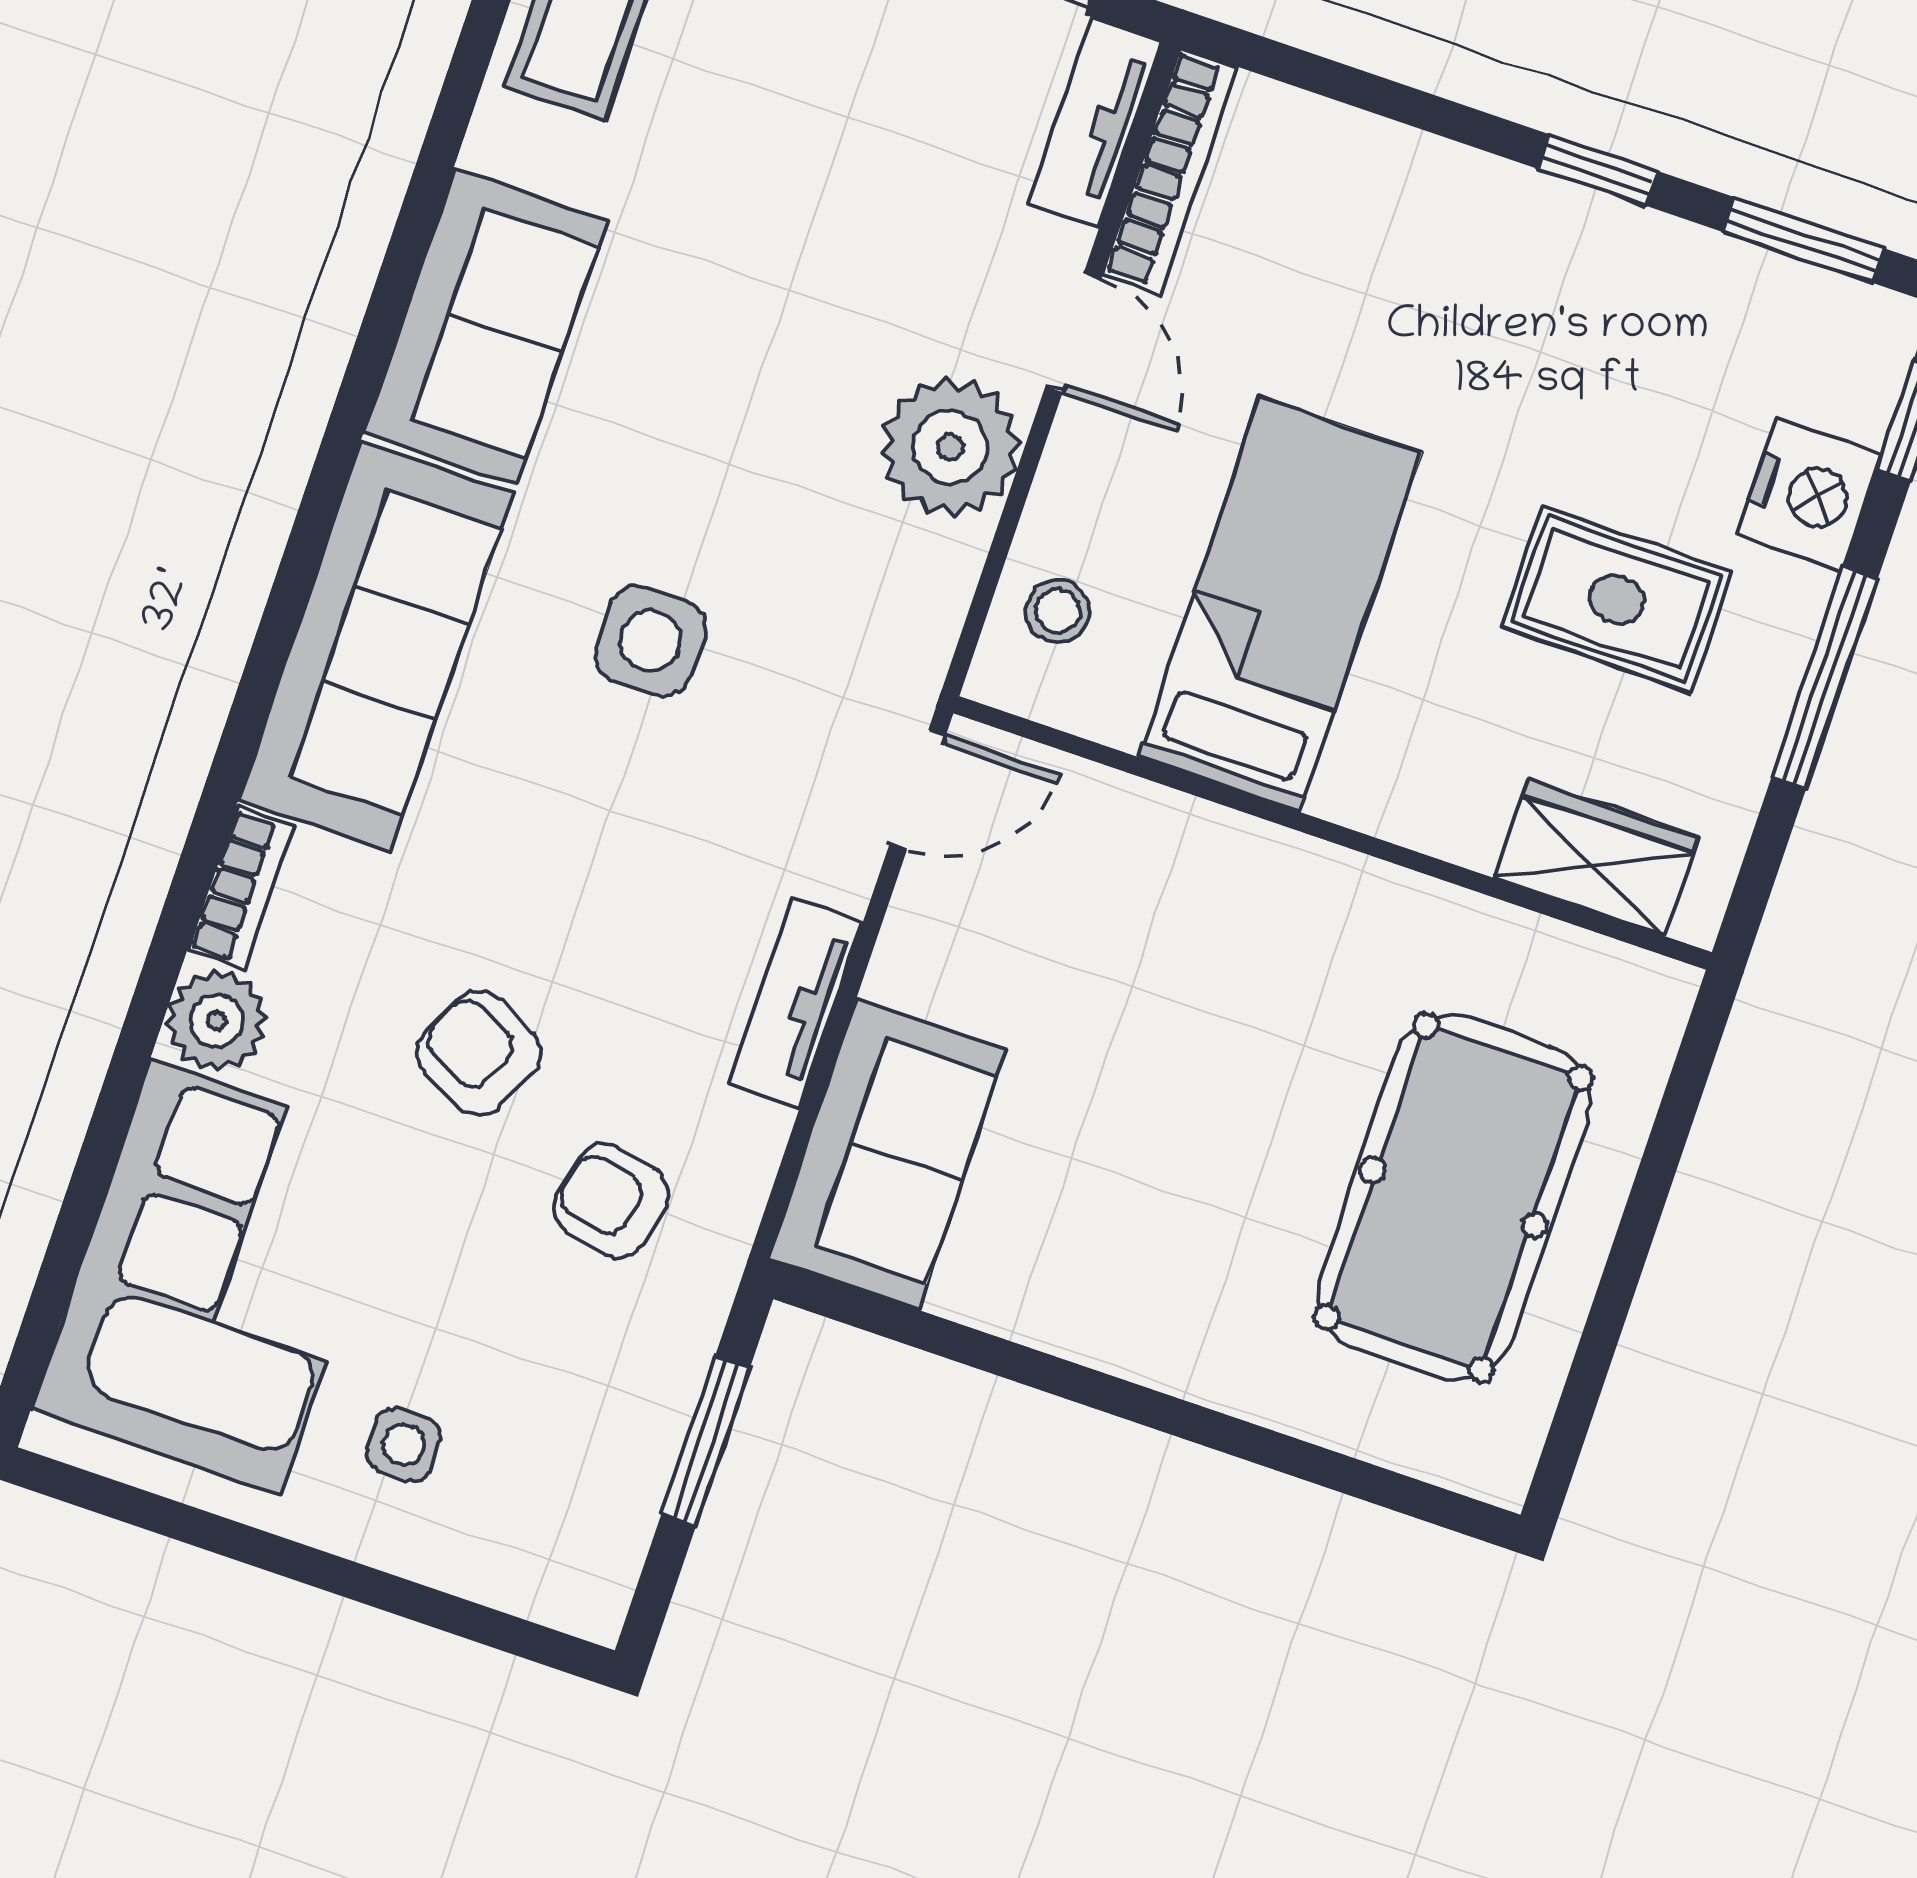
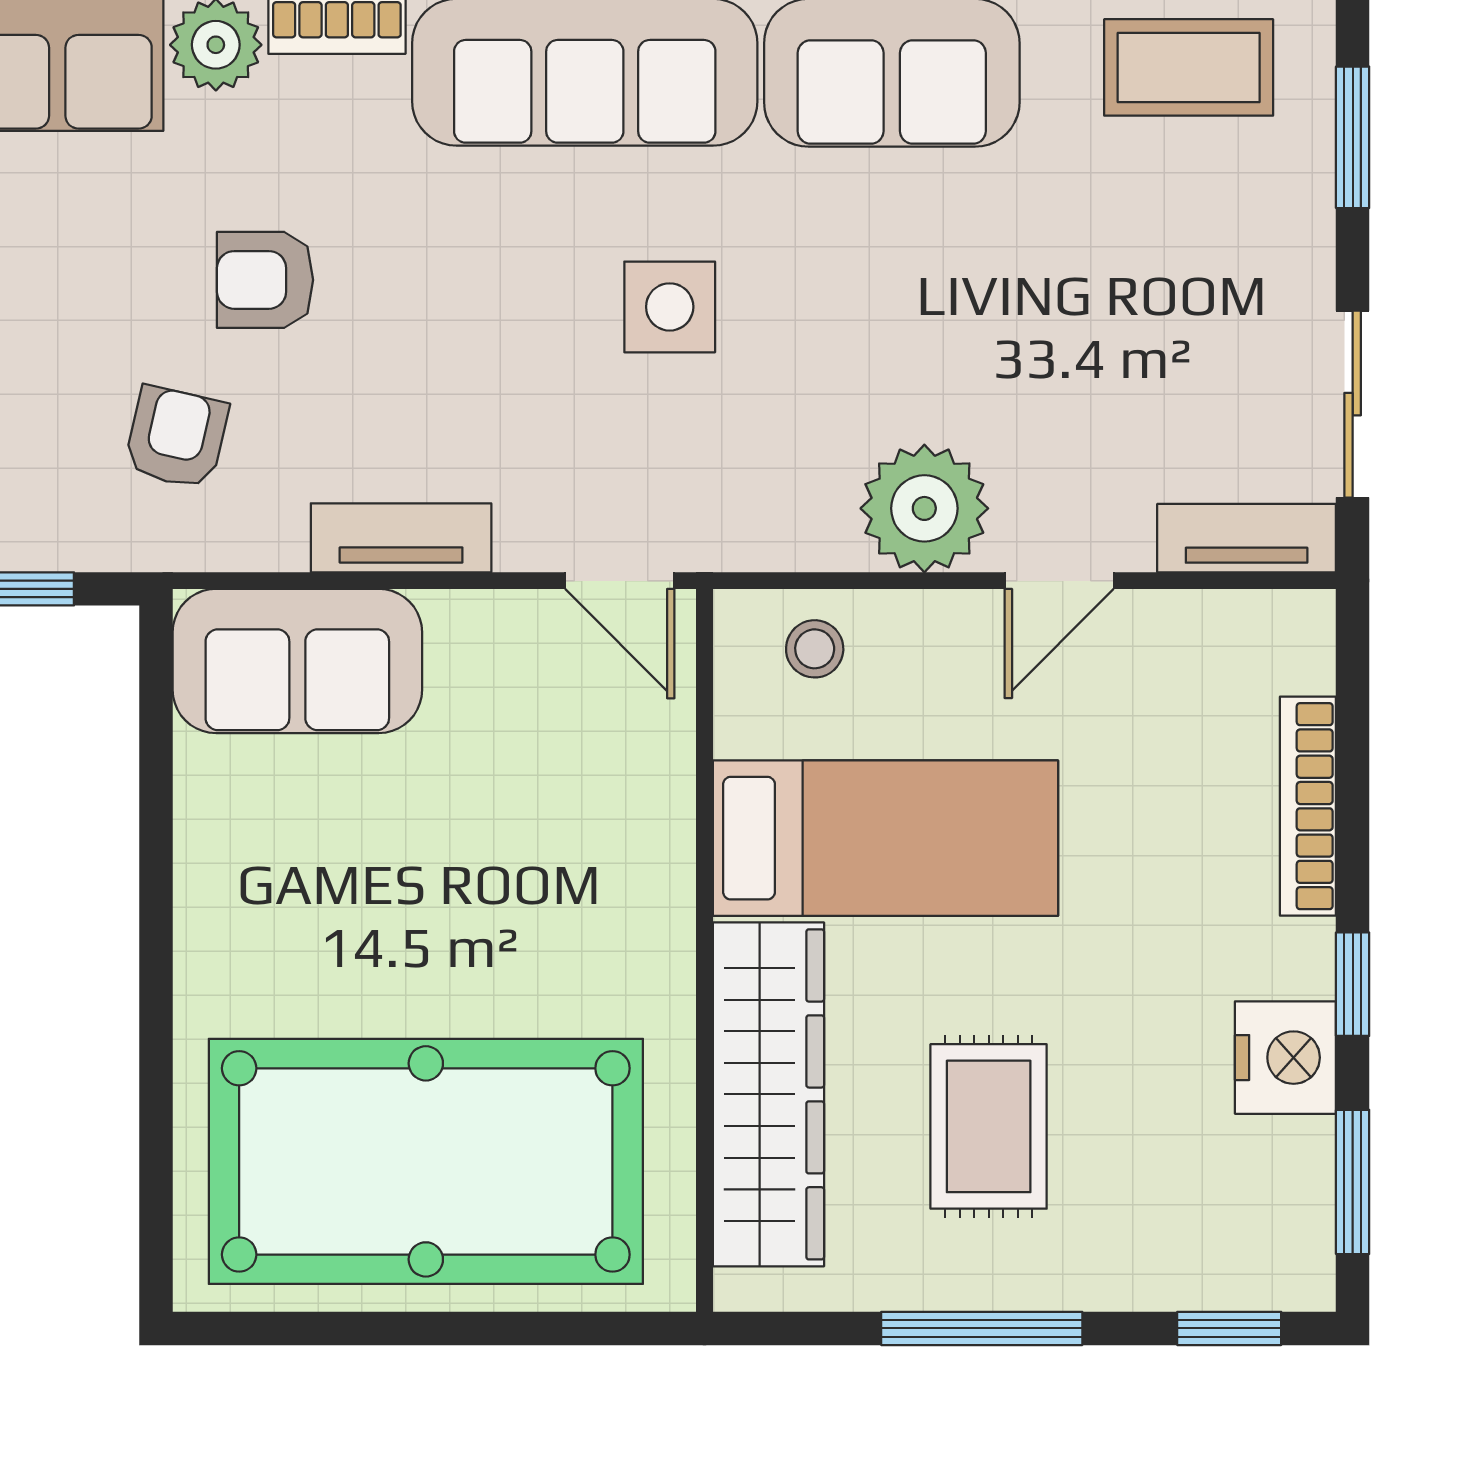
bookcase: (1170, 171) -> (1308, 806), moved, turned 90
nightstand: (1809, 495) -> (1285, 1058), moved, turned -90
wardrobe: (1596, 858) -> (768, 1094), width x2.10, depth x1.17
armchair: (479, 1053) -> (265, 280), turned -117
pool table: (1454, 1198) -> (426, 1161), width x1.36, depth x1.32

